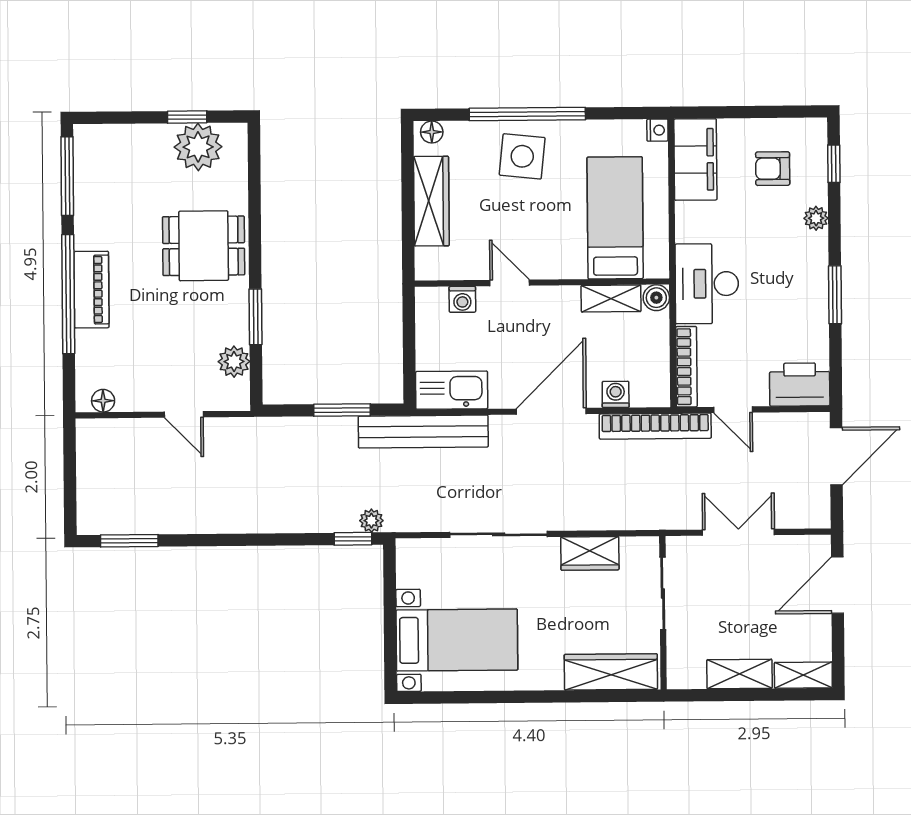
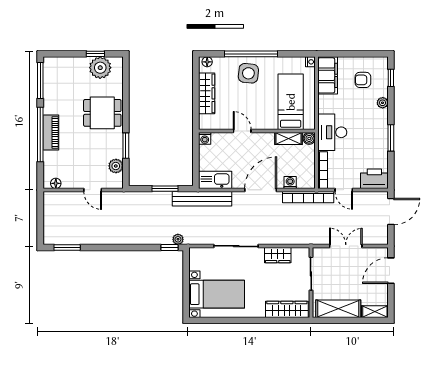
washing machine: (462, 299) -> (205, 138), moved
shelving: (739, 674) -> (338, 309), width x1.50, depth x1.33

